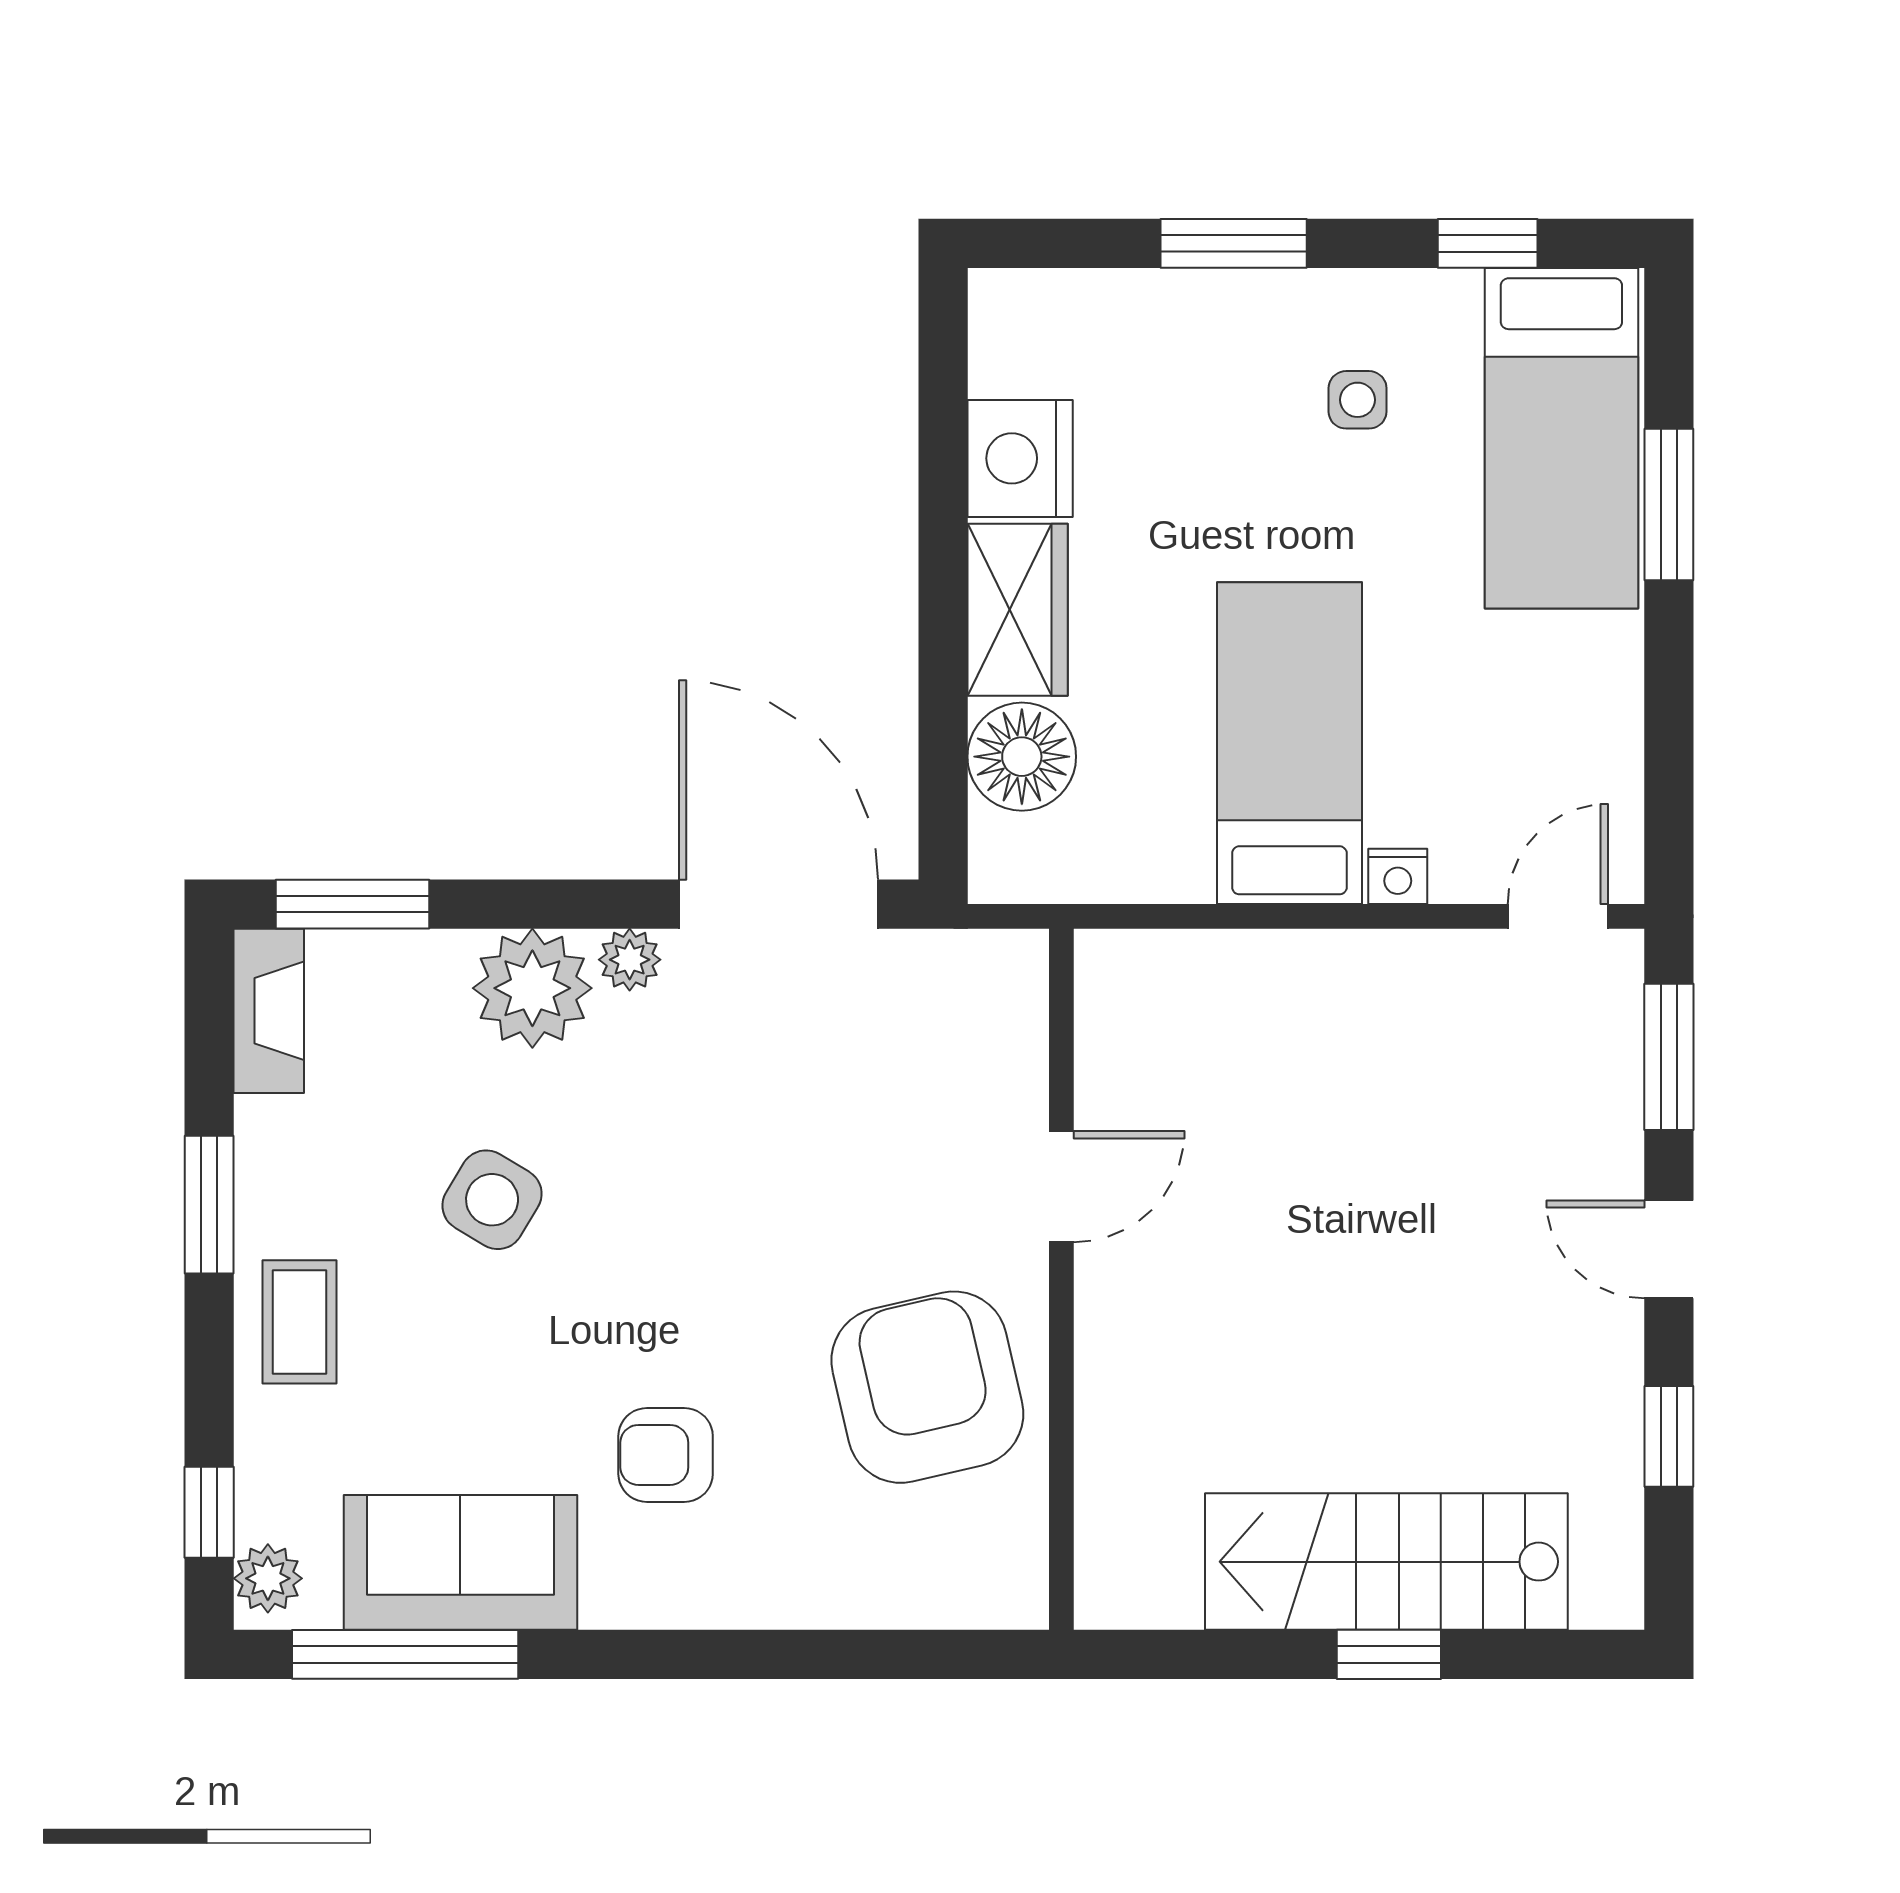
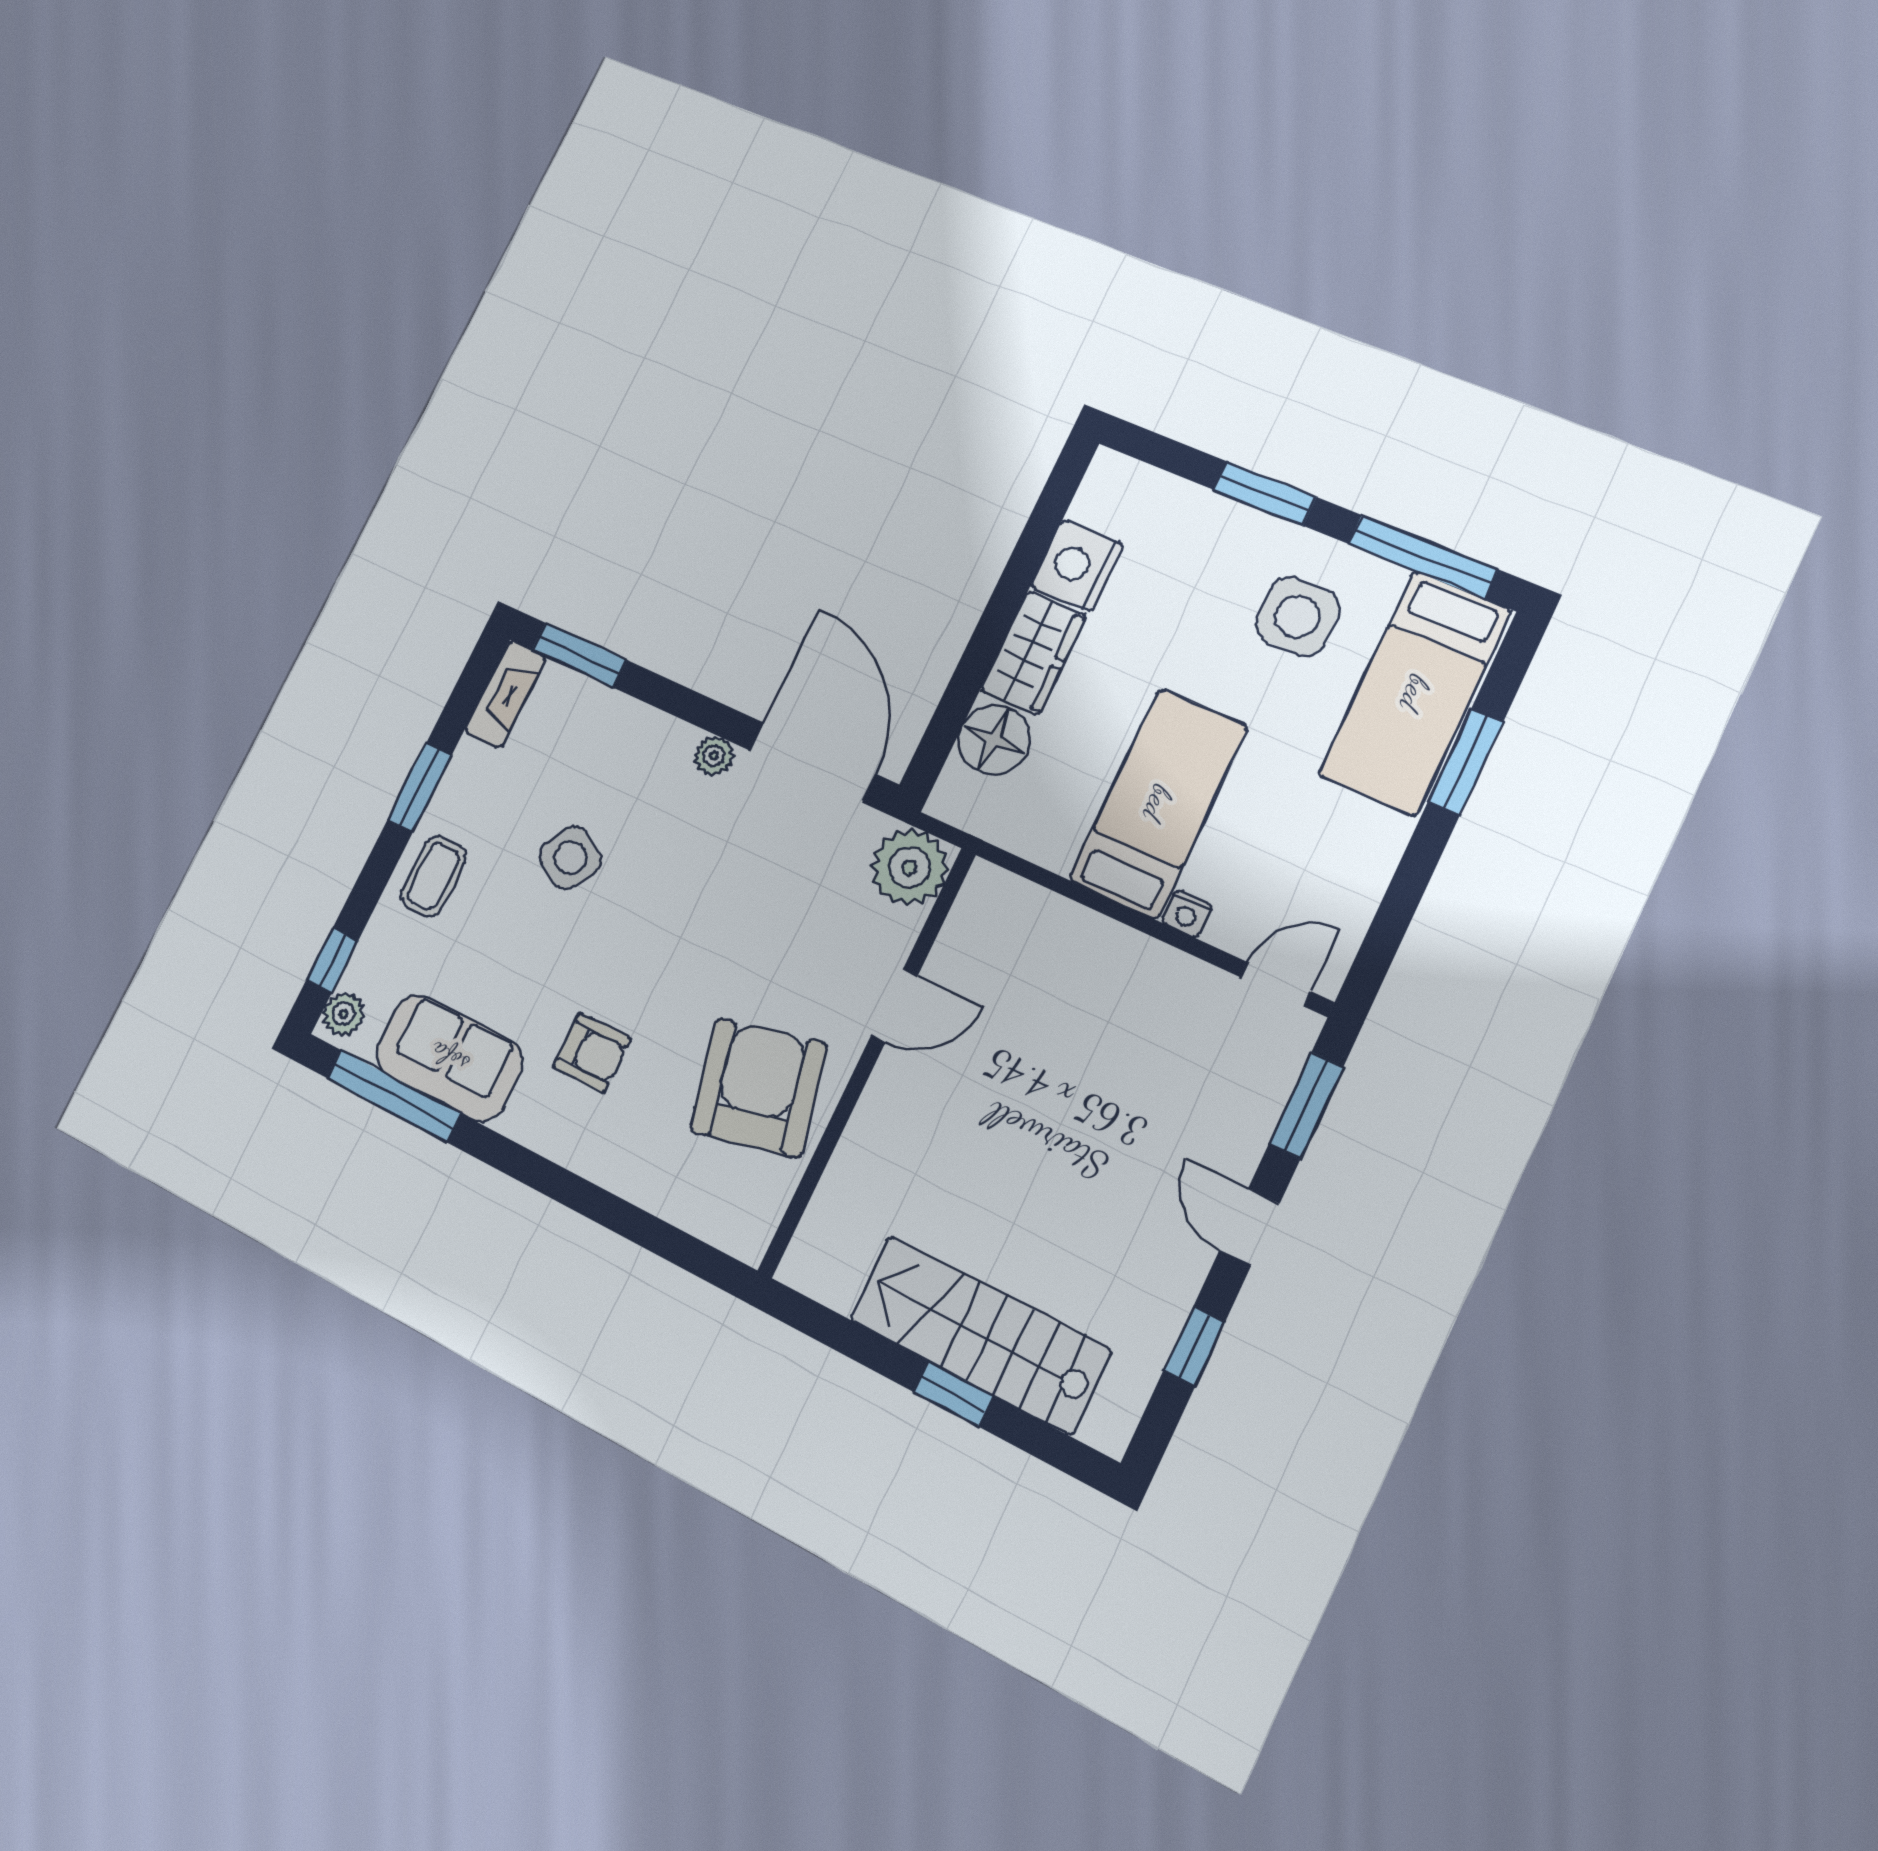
window: (1488, 243) -> (1423, 557), width x2.17
side table: (1358, 400) -> (1297, 616), width x1.87, depth x1.87
plant: (532, 988) -> (909, 867), moved
armchair: (666, 1455) -> (592, 1053), turned 180

